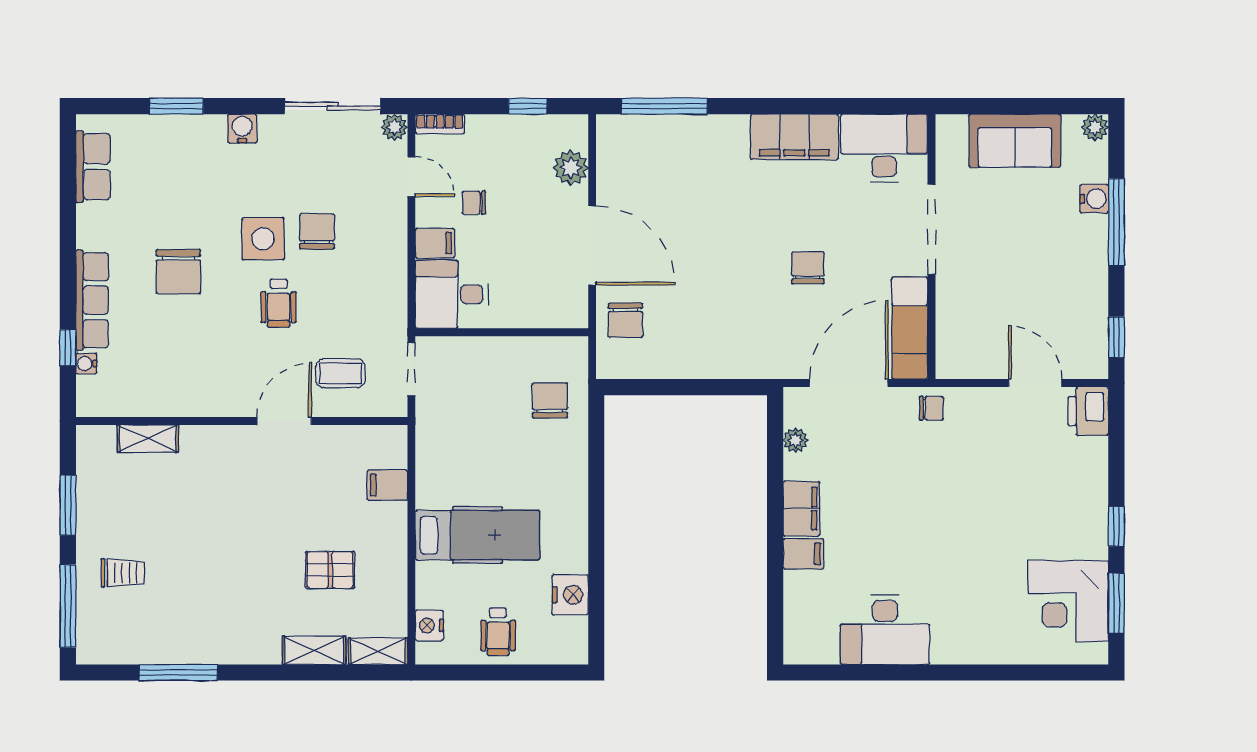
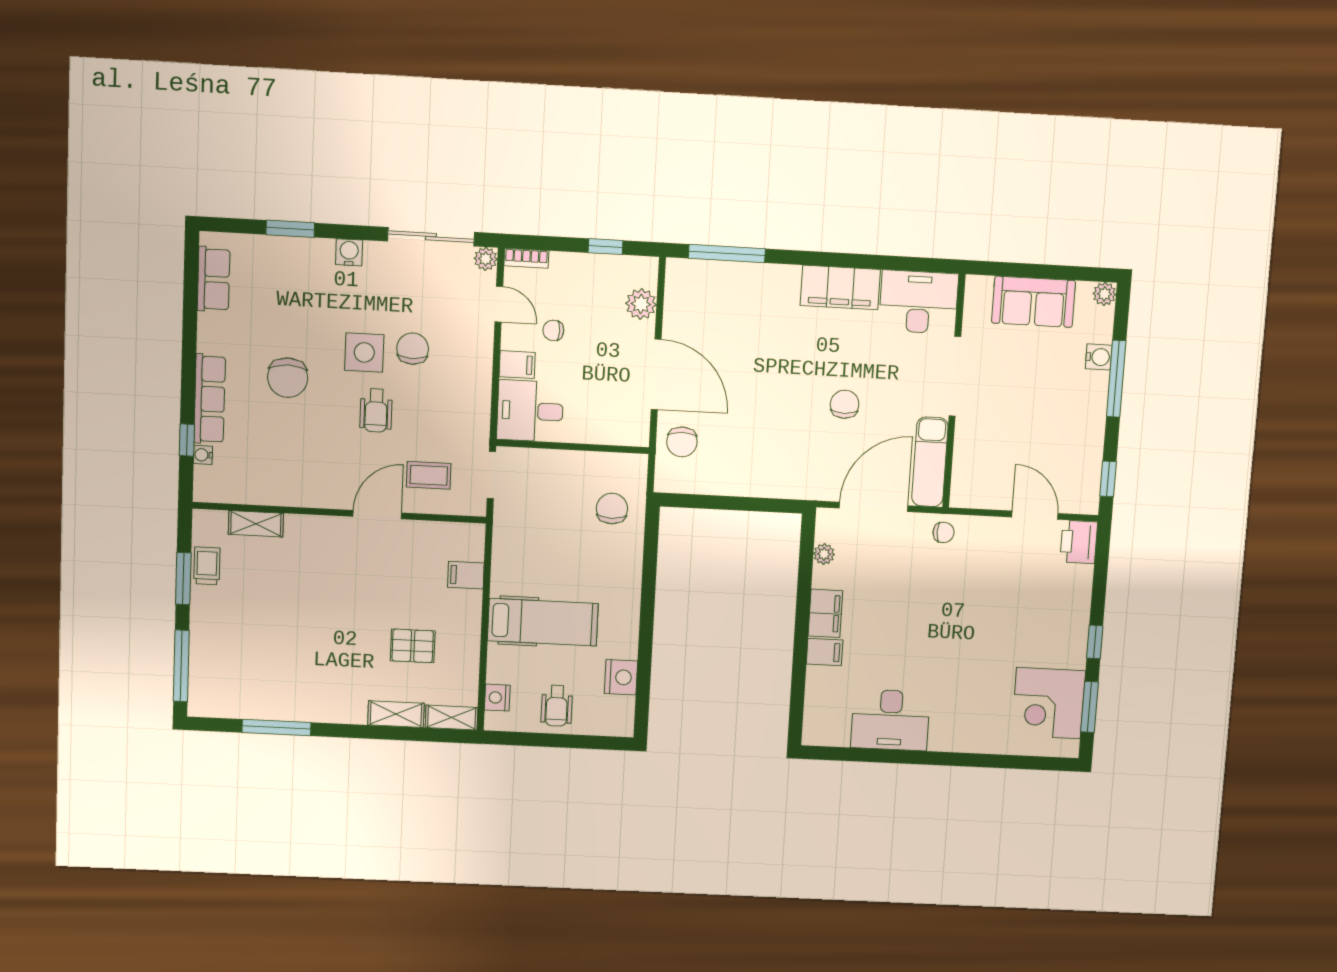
trolley: (123, 573) -> (207, 566), moved, turned -90

